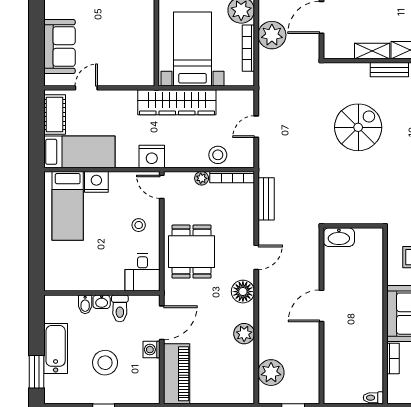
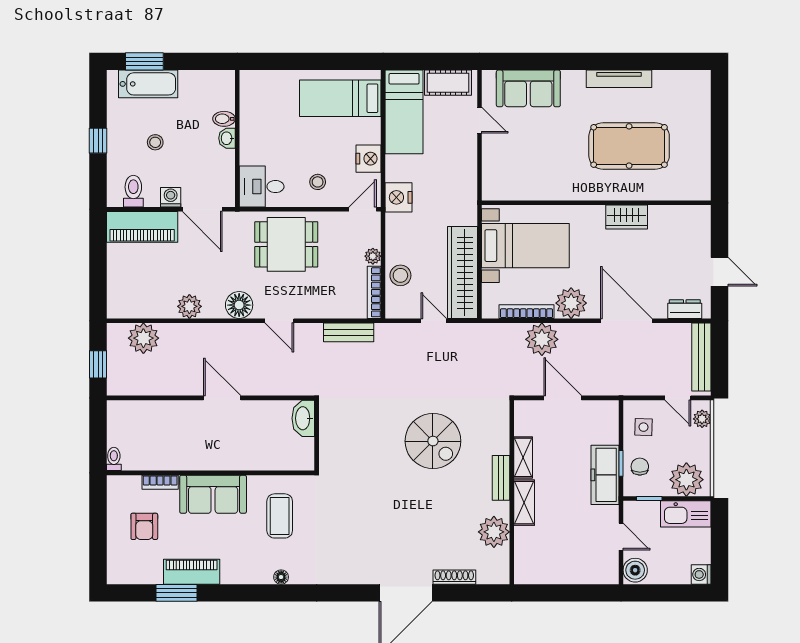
wardrobe: (177, 102) -> (462, 273), moved
nightstand: (96, 182) -> (368, 159), moved
toilet: (120, 308) -> (133, 191), moved, turned 90
bathtub: (56, 348) -> (148, 84), moved
stool: (105, 363) -> (155, 142), width x0.53, depth x0.53

